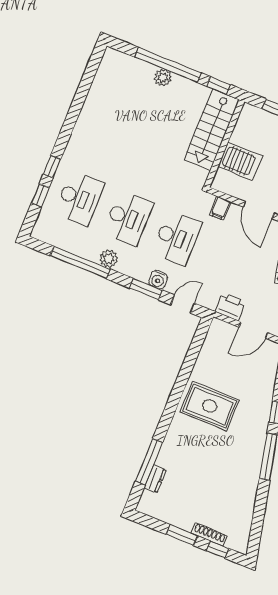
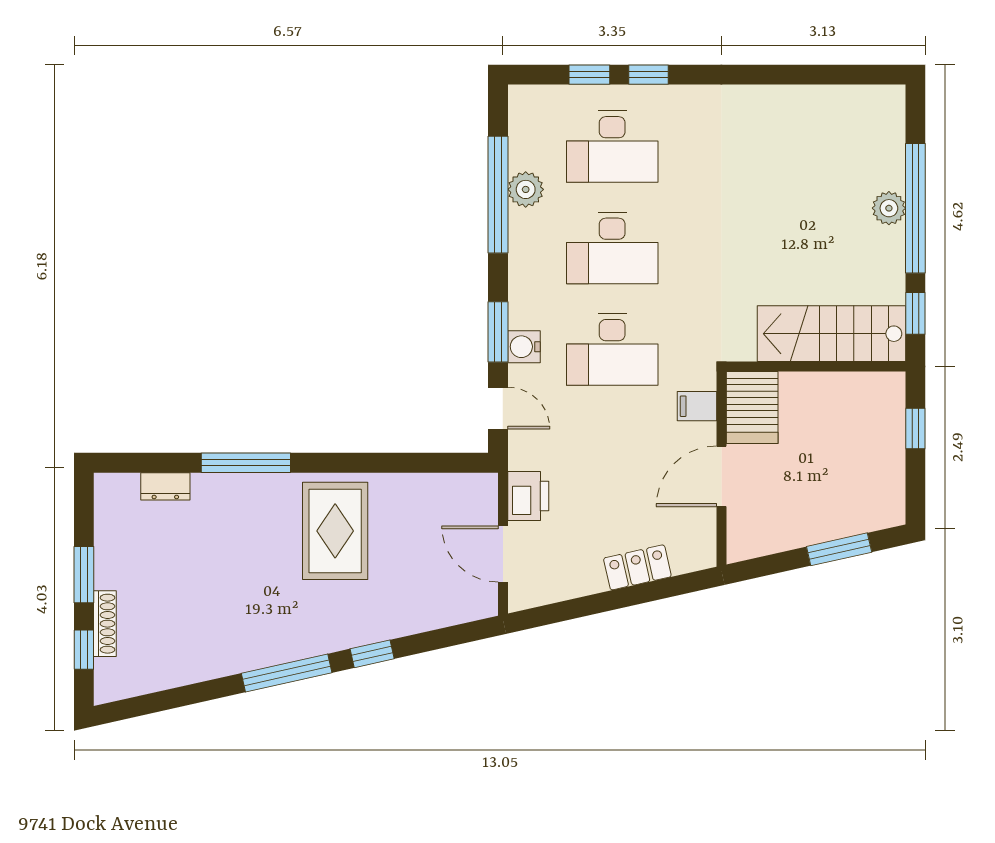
server rack: (240, 161) -> (752, 408), moved
plant: (109, 259) -> (526, 189), moved
window: (149, 462) -> (246, 463), moved

